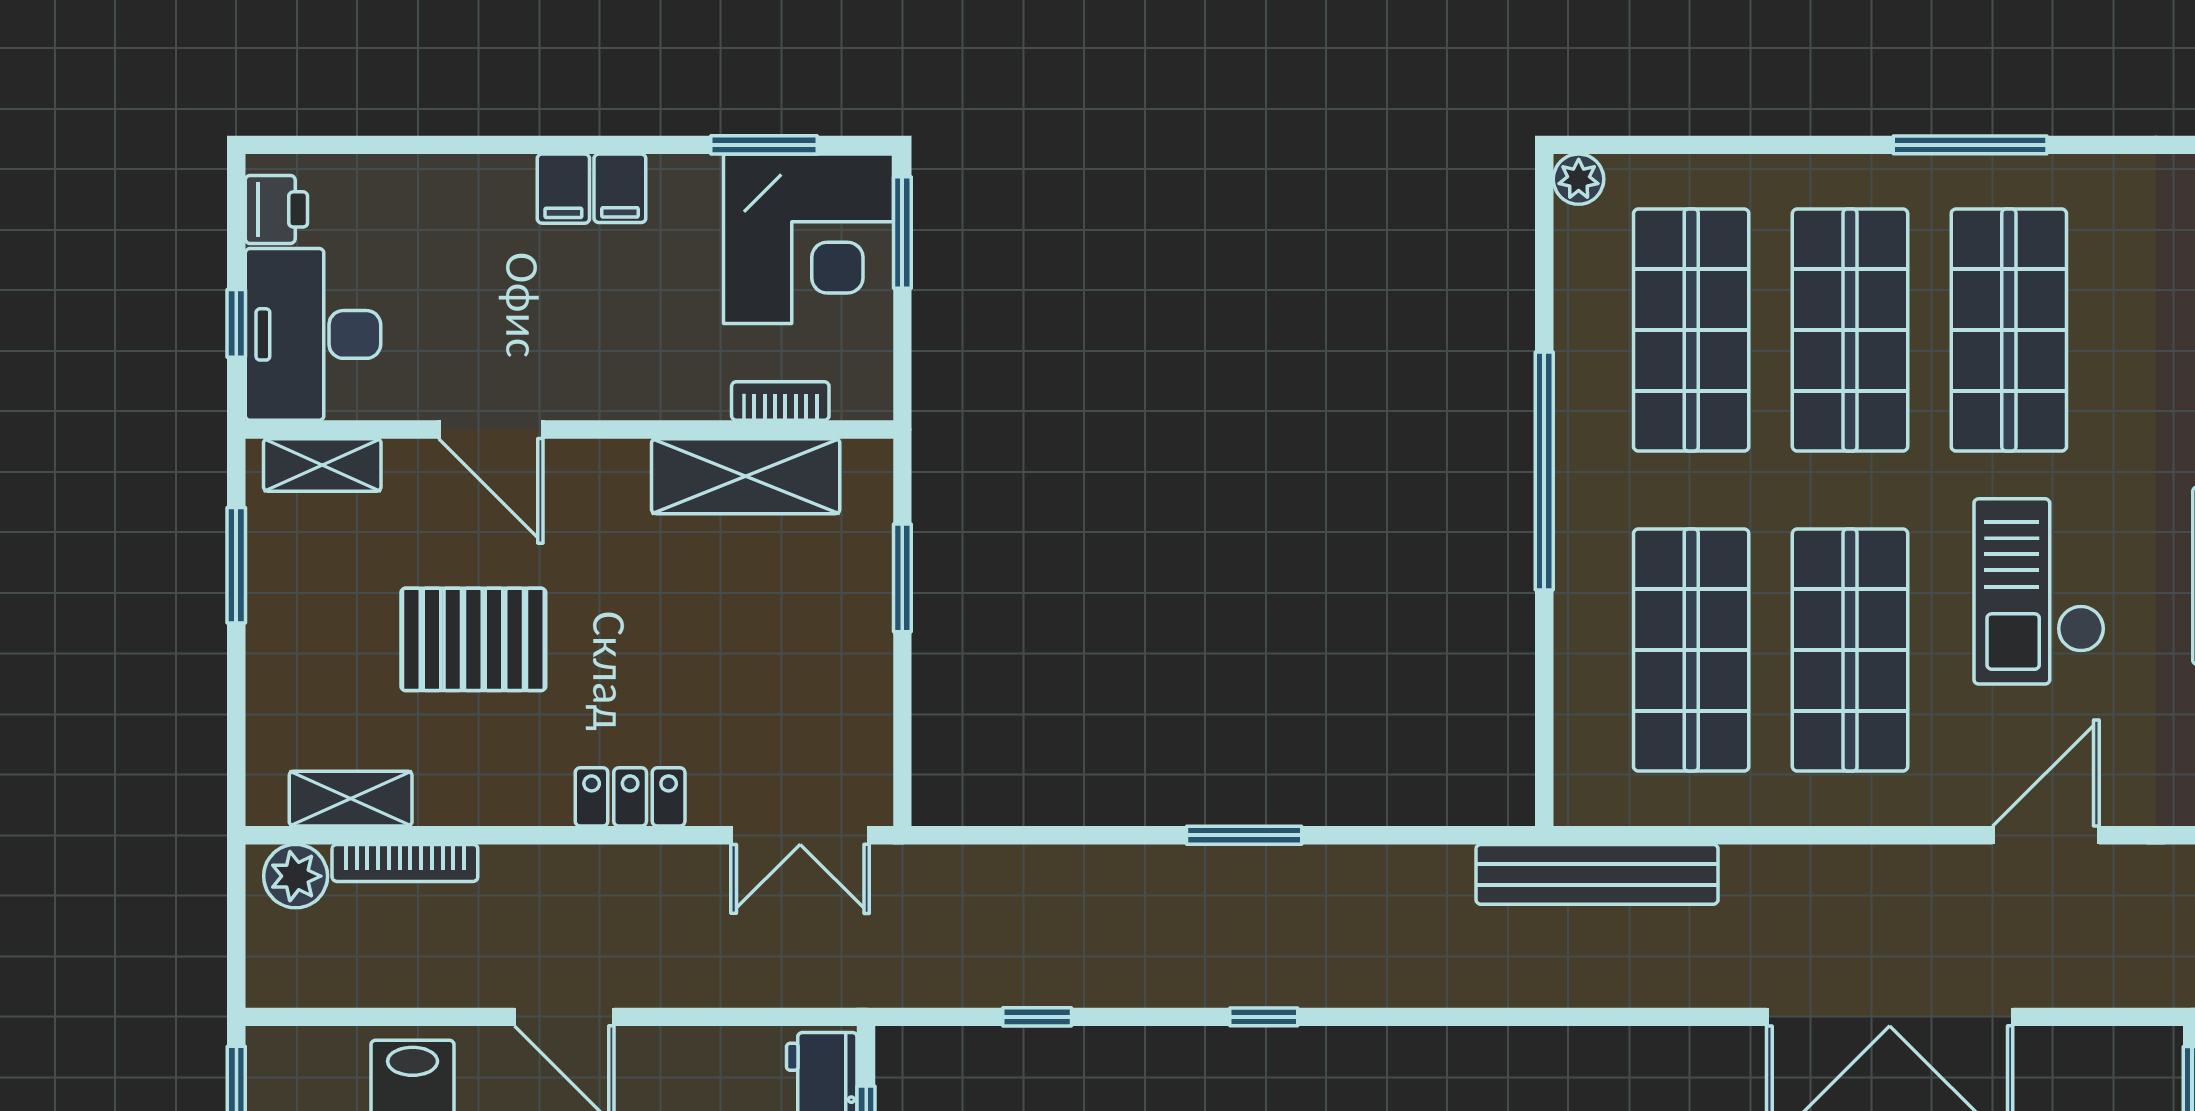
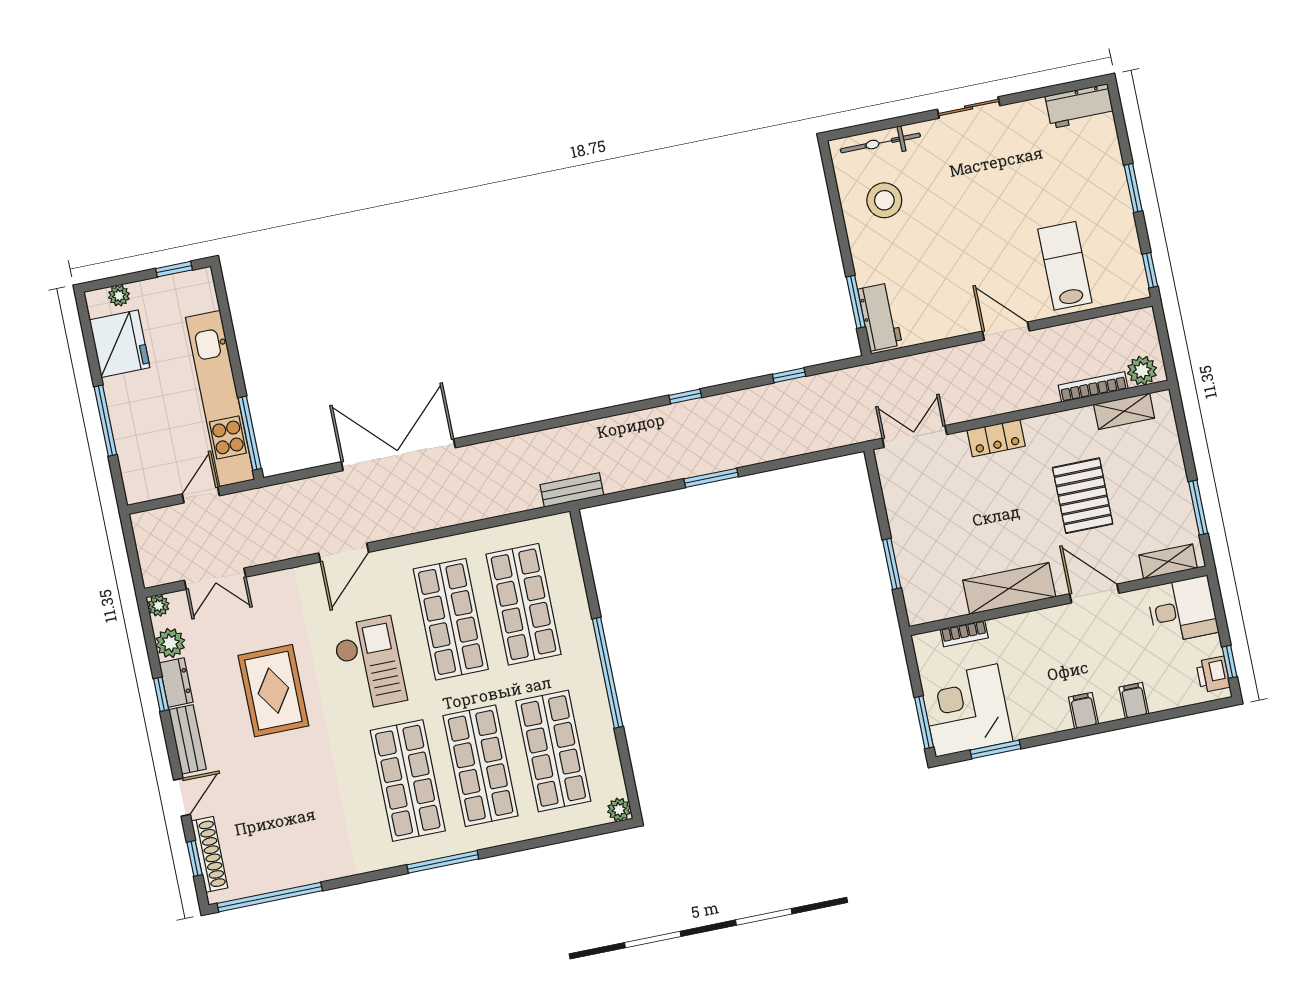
filing cabinet: (620, 188) -> (1134, 701), moved
window: (236, 323) -> (1230, 662), moved
desk: (313, 334) -> (1182, 610), width x0.73
shelving: (746, 476) -> (1009, 588), moved
pallet: (473, 639) -> (1083, 496), turned 90
bench: (1597, 874) -> (572, 490), width x0.54, depth x0.82

